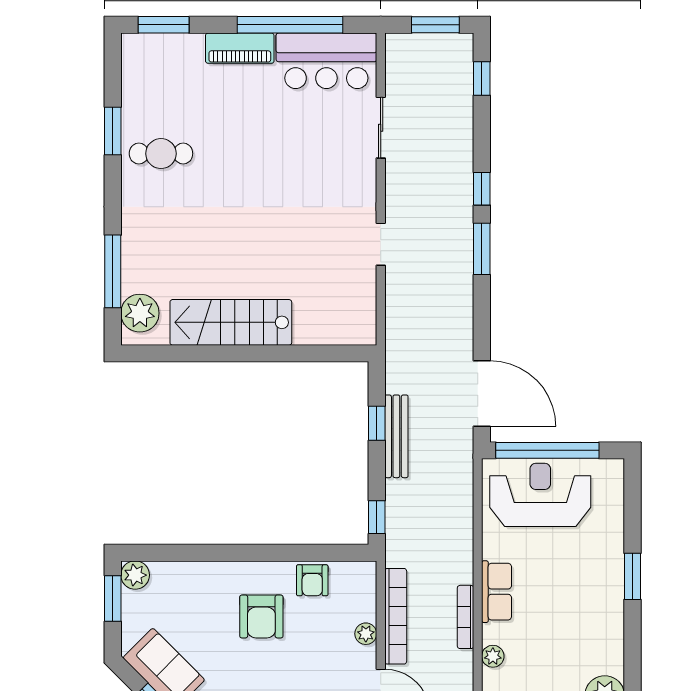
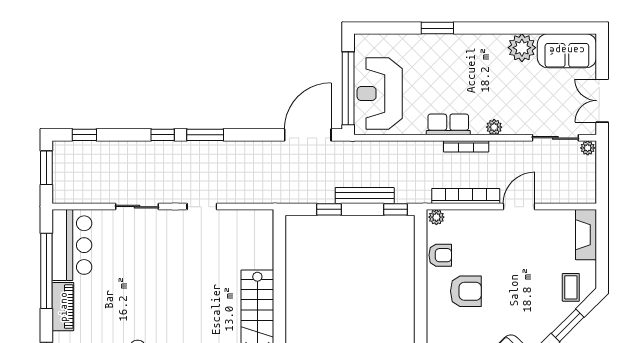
sliding door: (381, 128) -> (137, 207), moved
bench: (396, 436) -> (365, 195), moved
plant: (366, 634) -> (436, 217), moved

